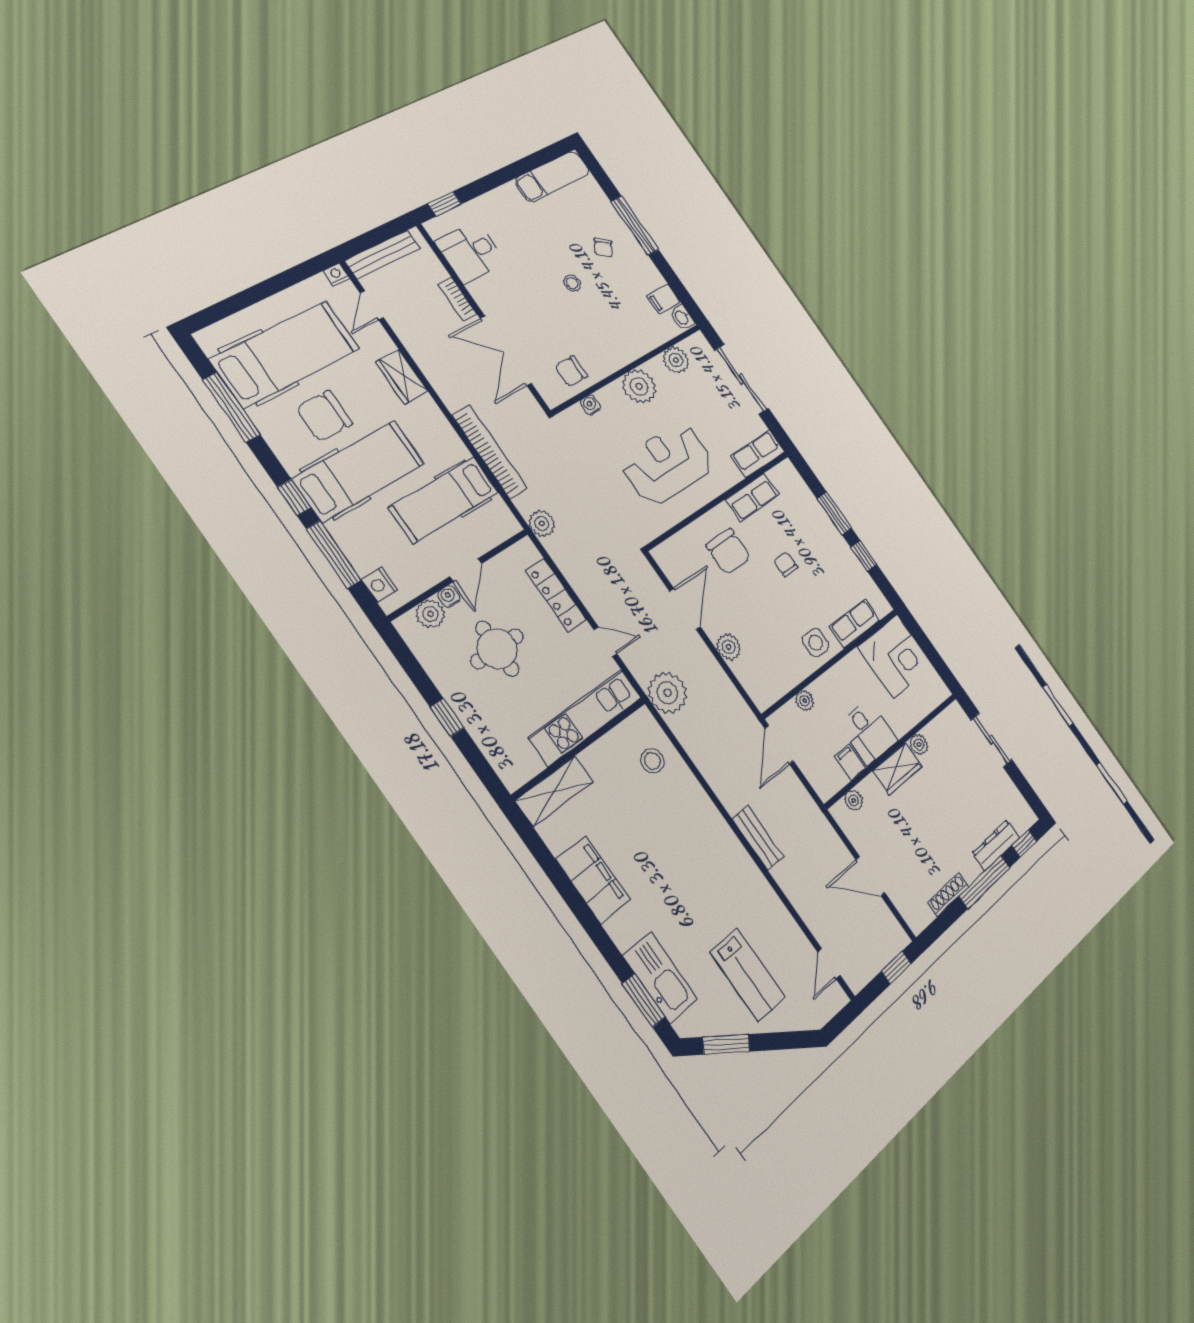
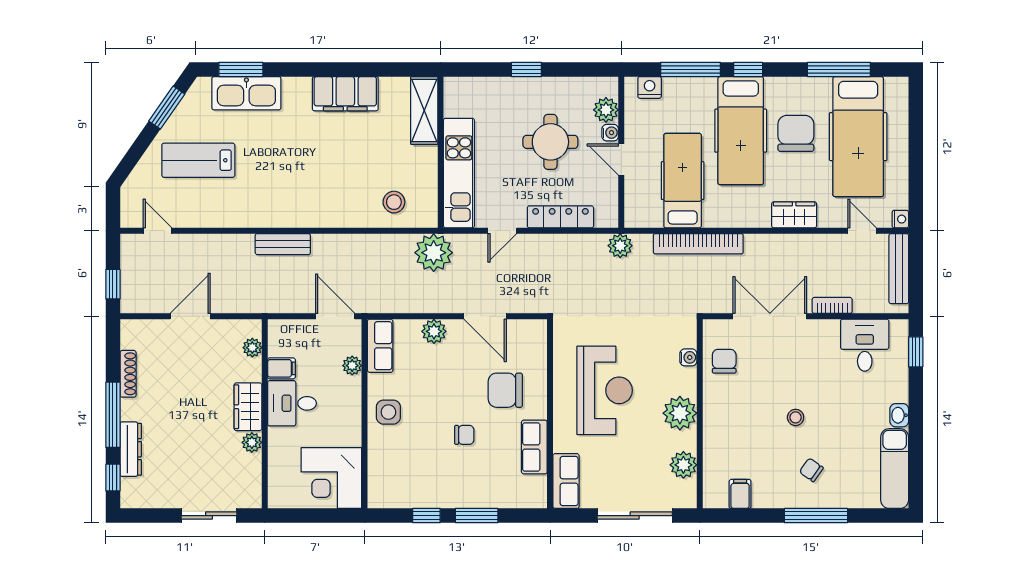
washbasin: (682, 318) -> (899, 415), moved, turned -90
row of seats: (855, 623) -> (380, 346), moved

